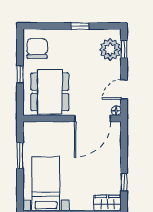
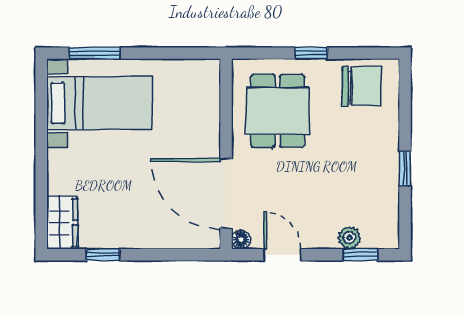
plant: (110, 50) -> (349, 238), width x0.53, depth x0.53
dining table: (50, 92) -> (278, 111), width x0.73
window: (20, 156) -> (95, 53), moved

